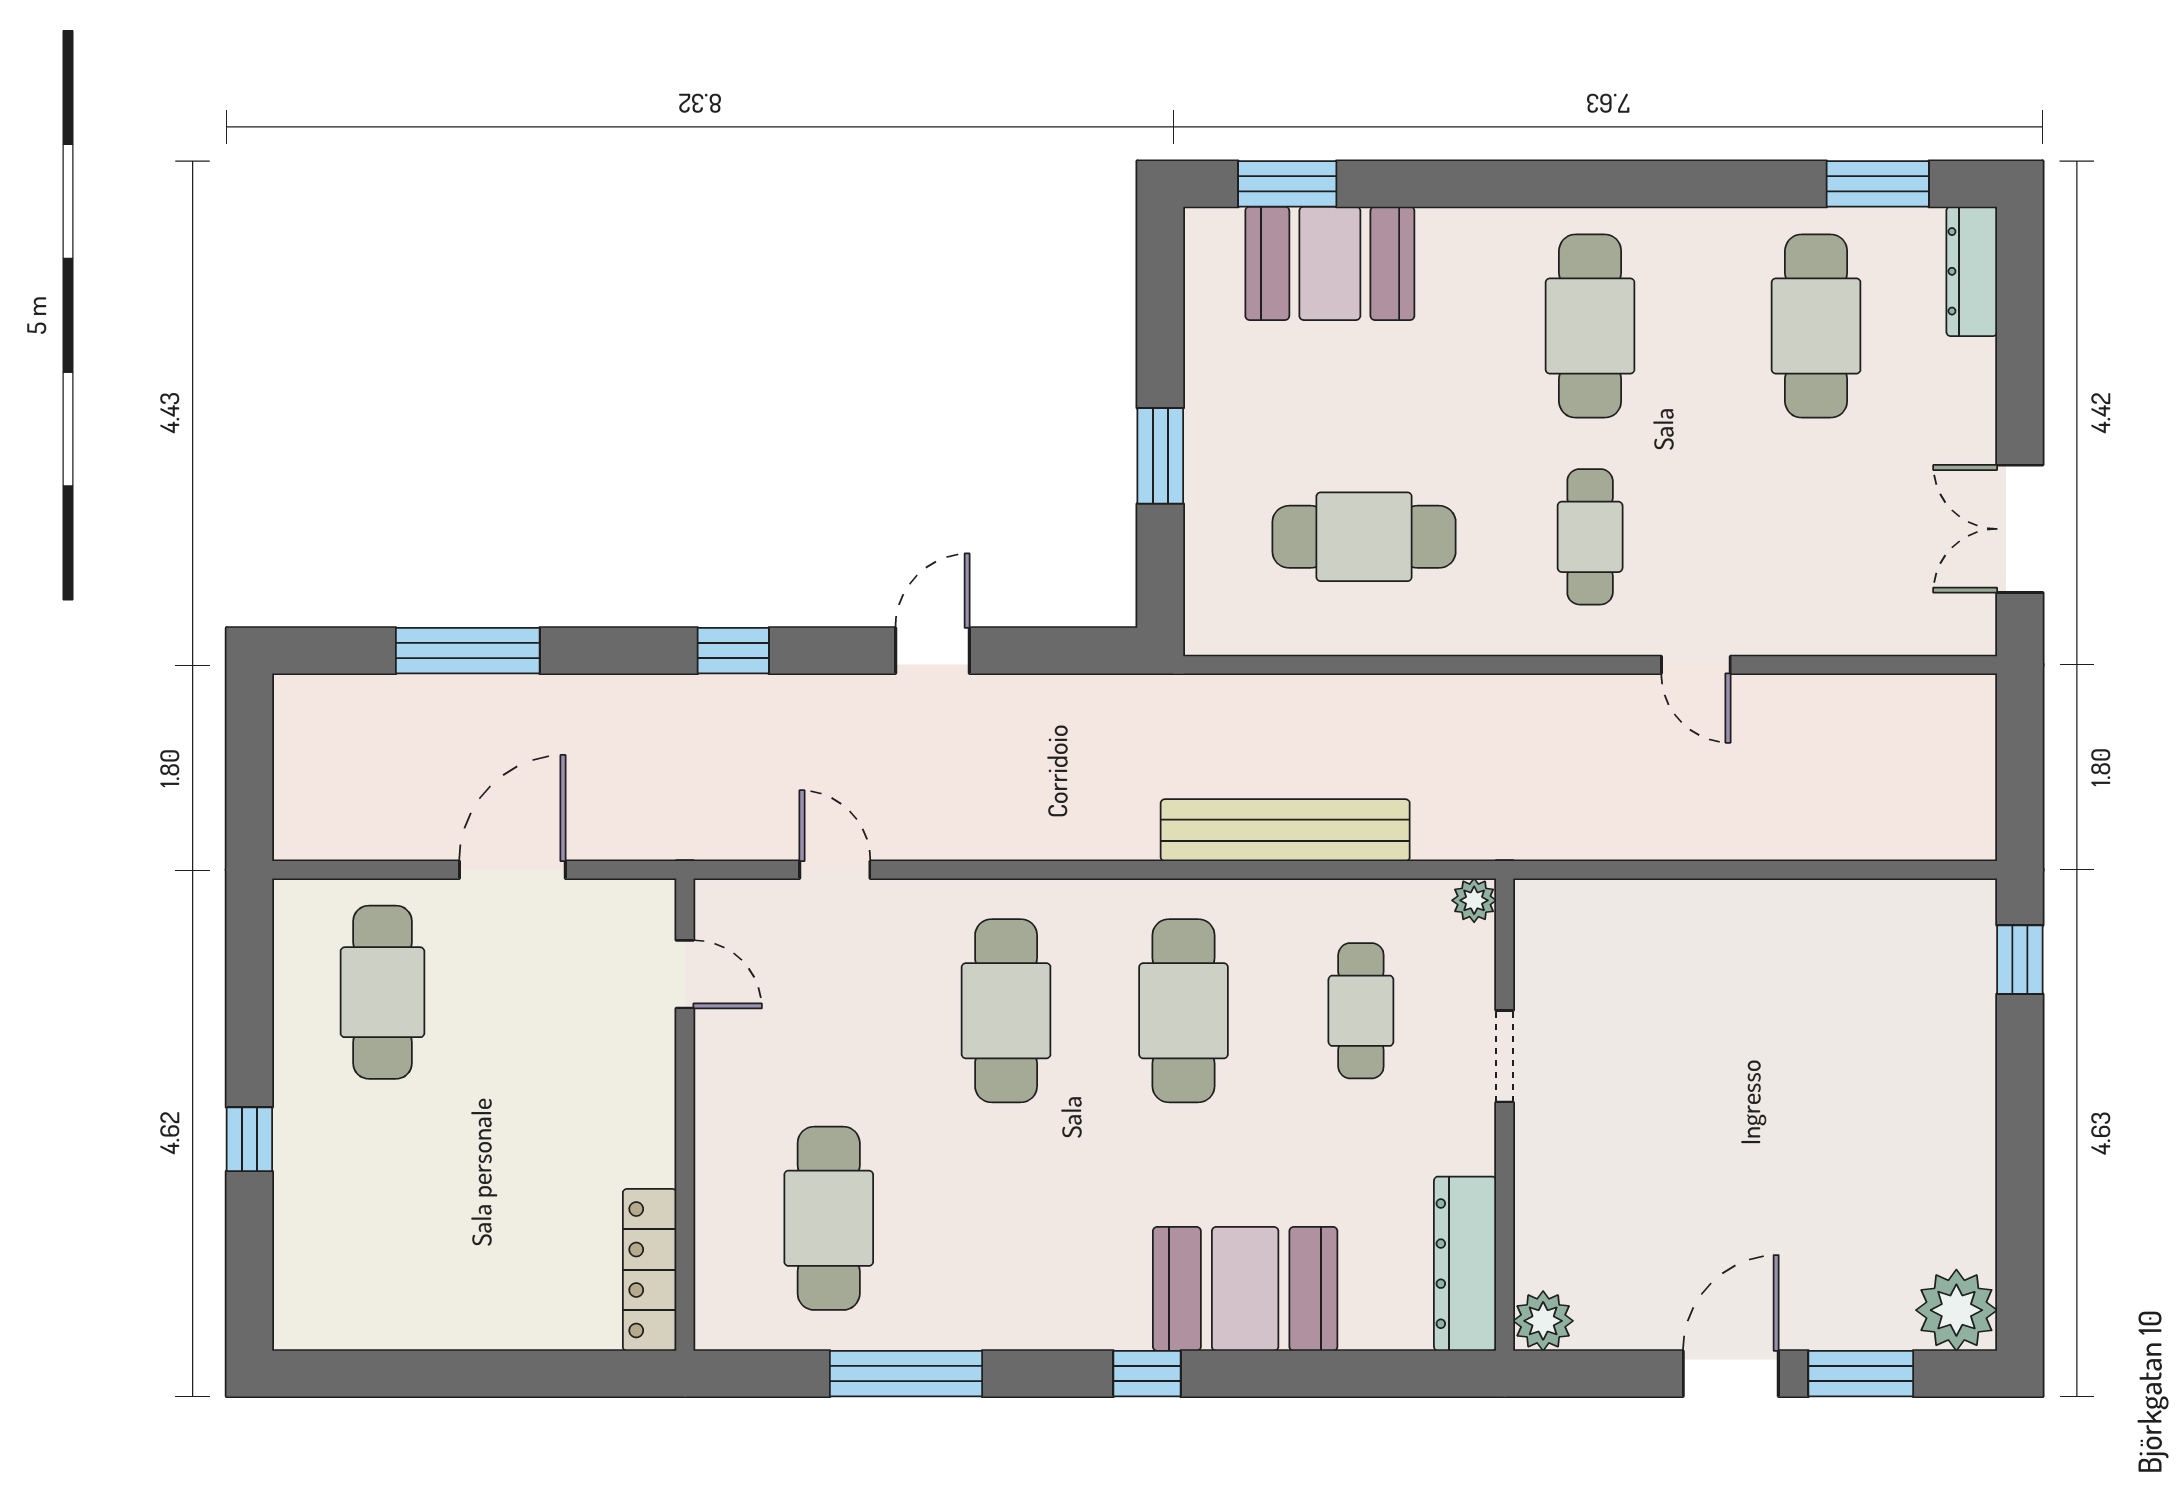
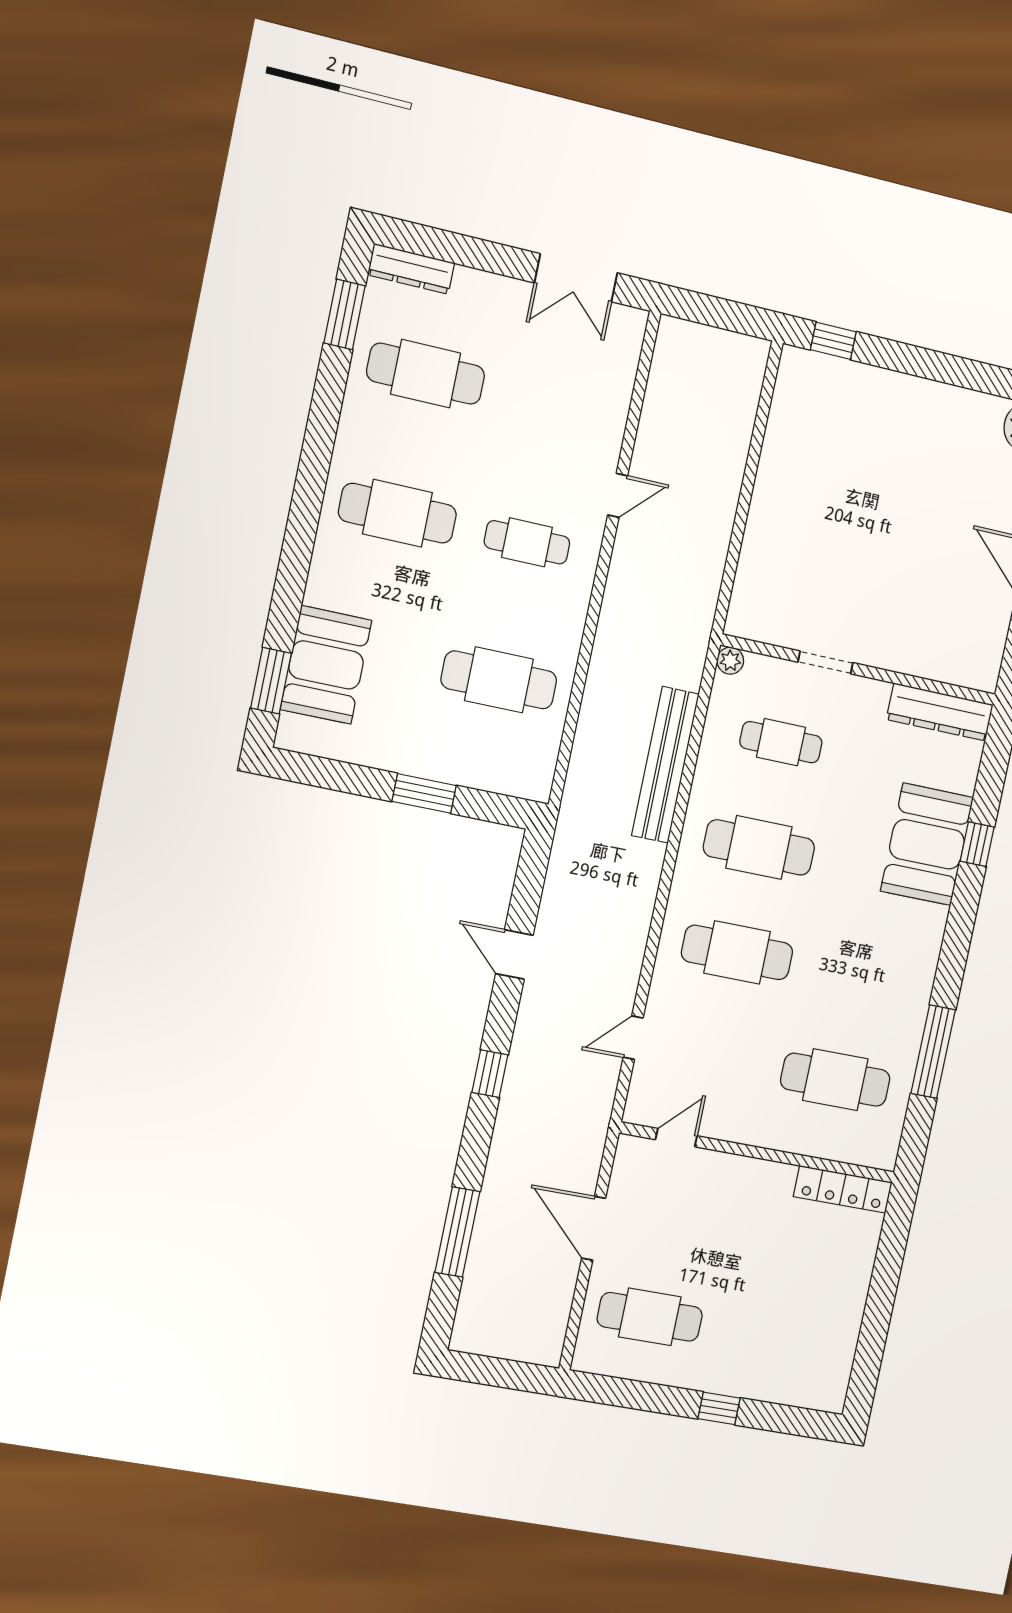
cafe table: (1364, 537) -> (499, 680), turned 90
plant: (1543, 1321) -> (982, 673), removed
window: (1147, 1374) -> (977, 844), moved

